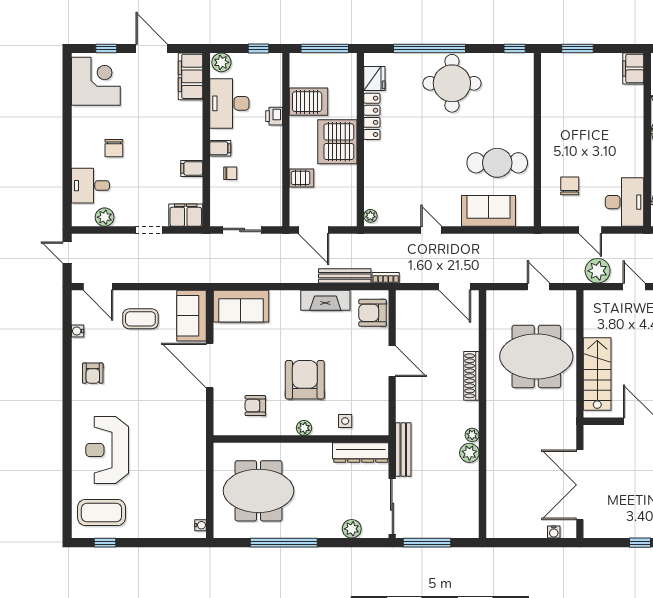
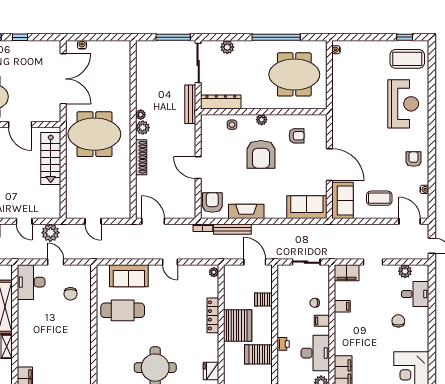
locker: (372, 116) -> (213, 315), moved
armchair: (373, 313) -> (212, 202), turned -90
meeting table: (536, 356) -> (94, 134), moved
plant: (469, 453) -> (143, 128), moved

